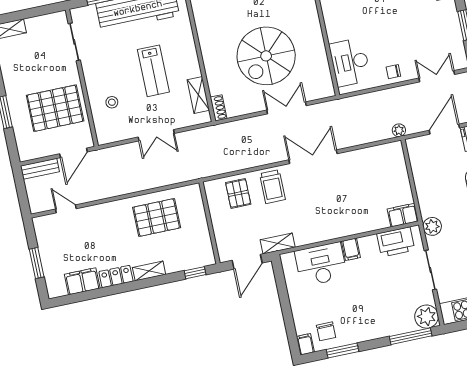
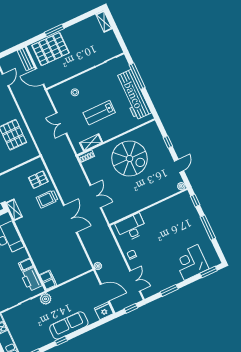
spiral stairs: (266, 56) -> (130, 158), moved, turned 180
pallet: (55, 108) -> (51, 49), moved, turned 90
filing cabinet: (351, 249) -> (26, 265), moved

